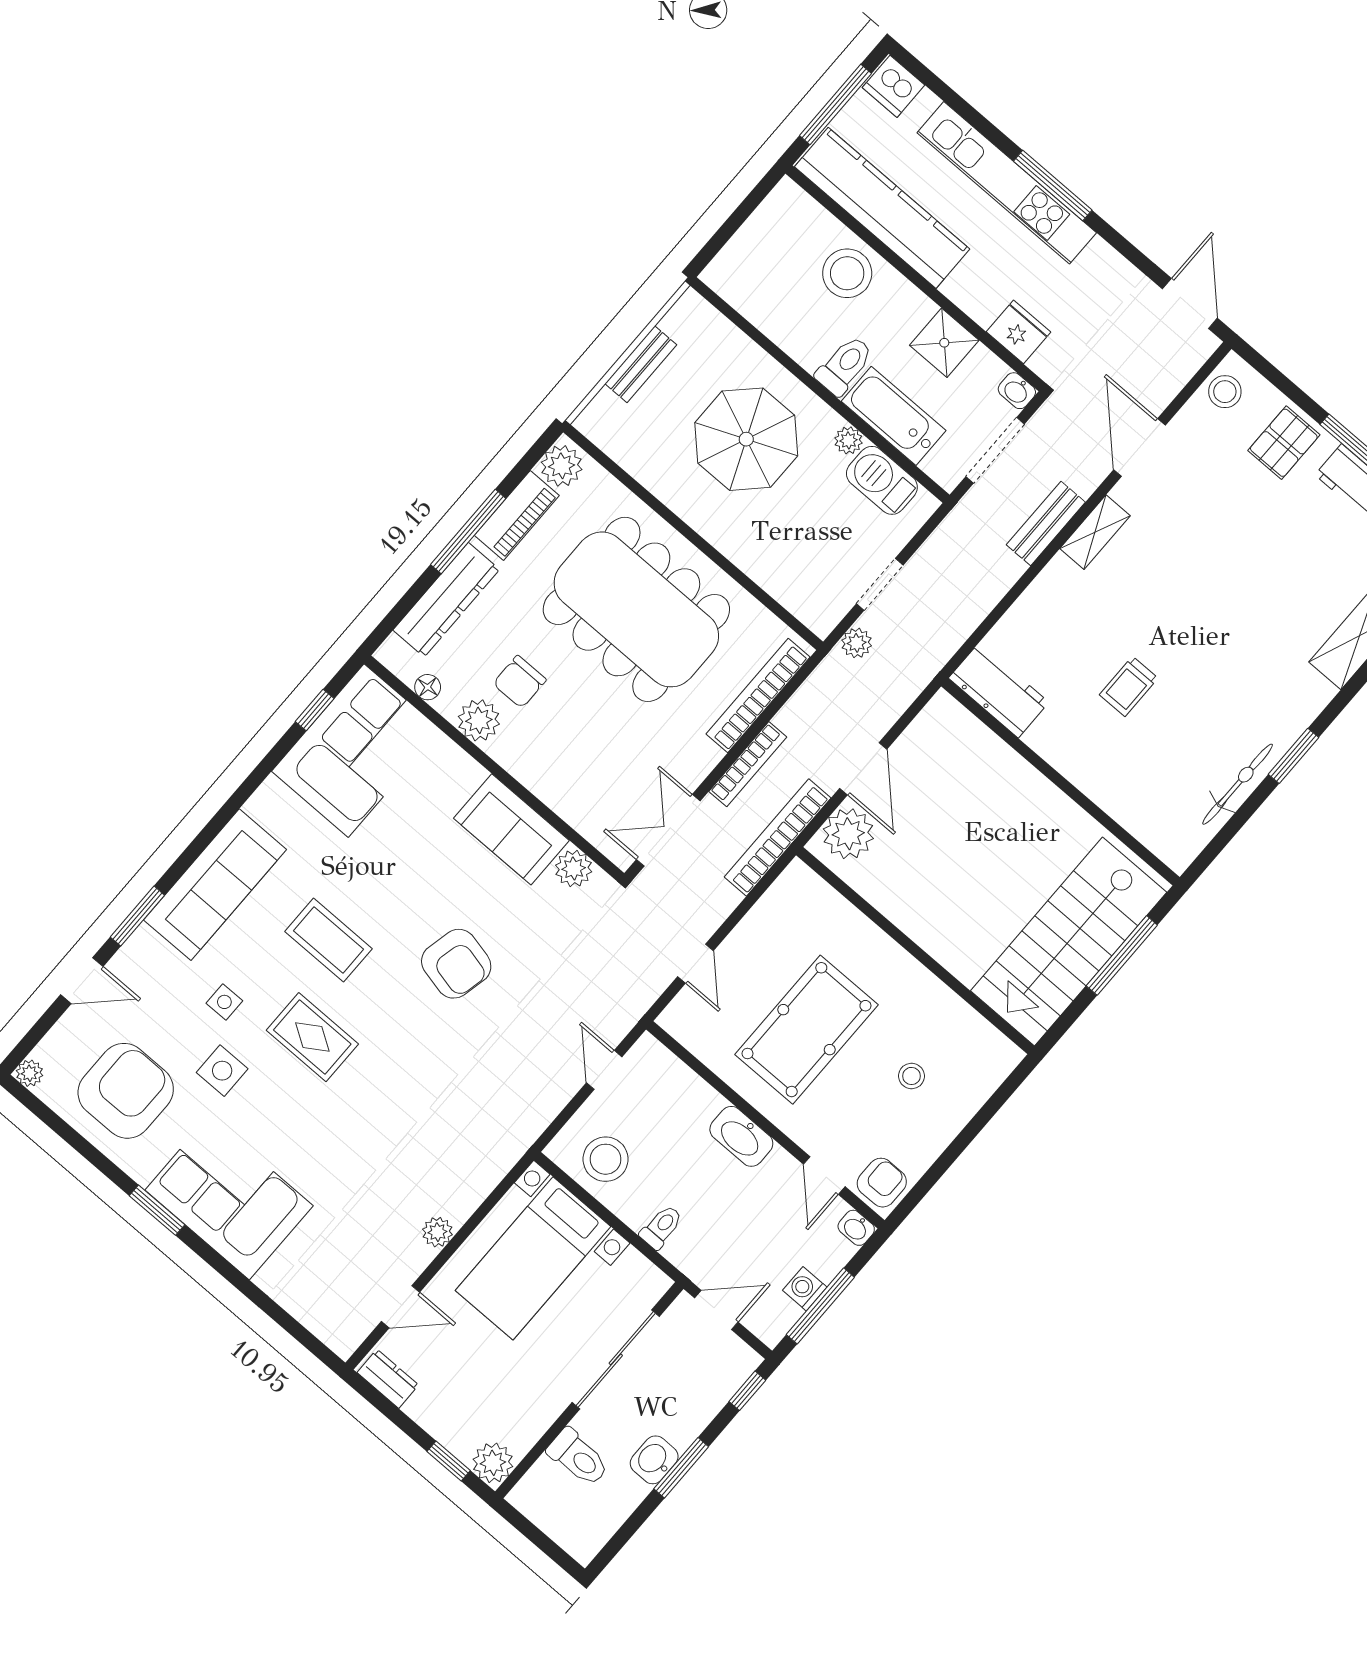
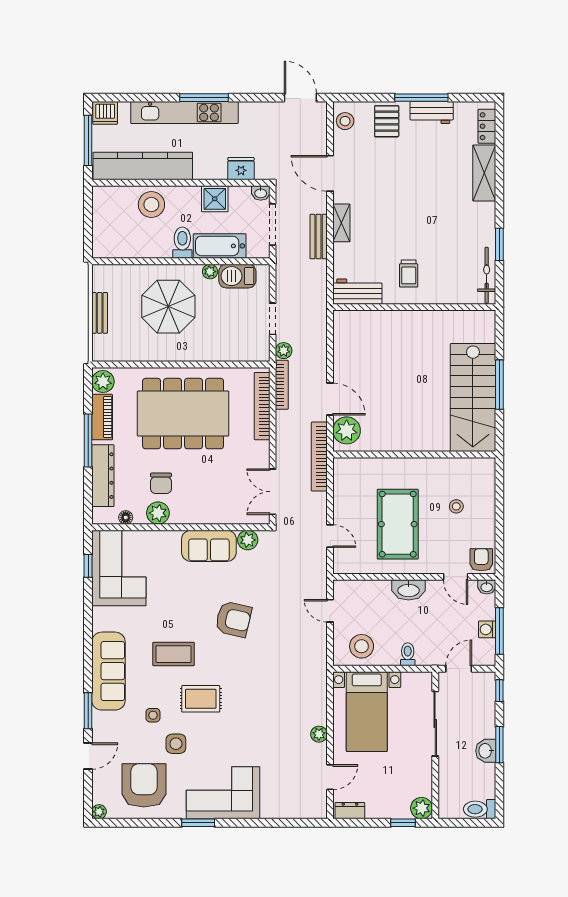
workbench: (999, 690) -> (357, 292), moved
bookcase: (748, 764) -> (282, 385), moved
wall: (1060, 782) -> (414, 307), moved
toilet: (578, 1457) -> (479, 809), moved, turned 180

